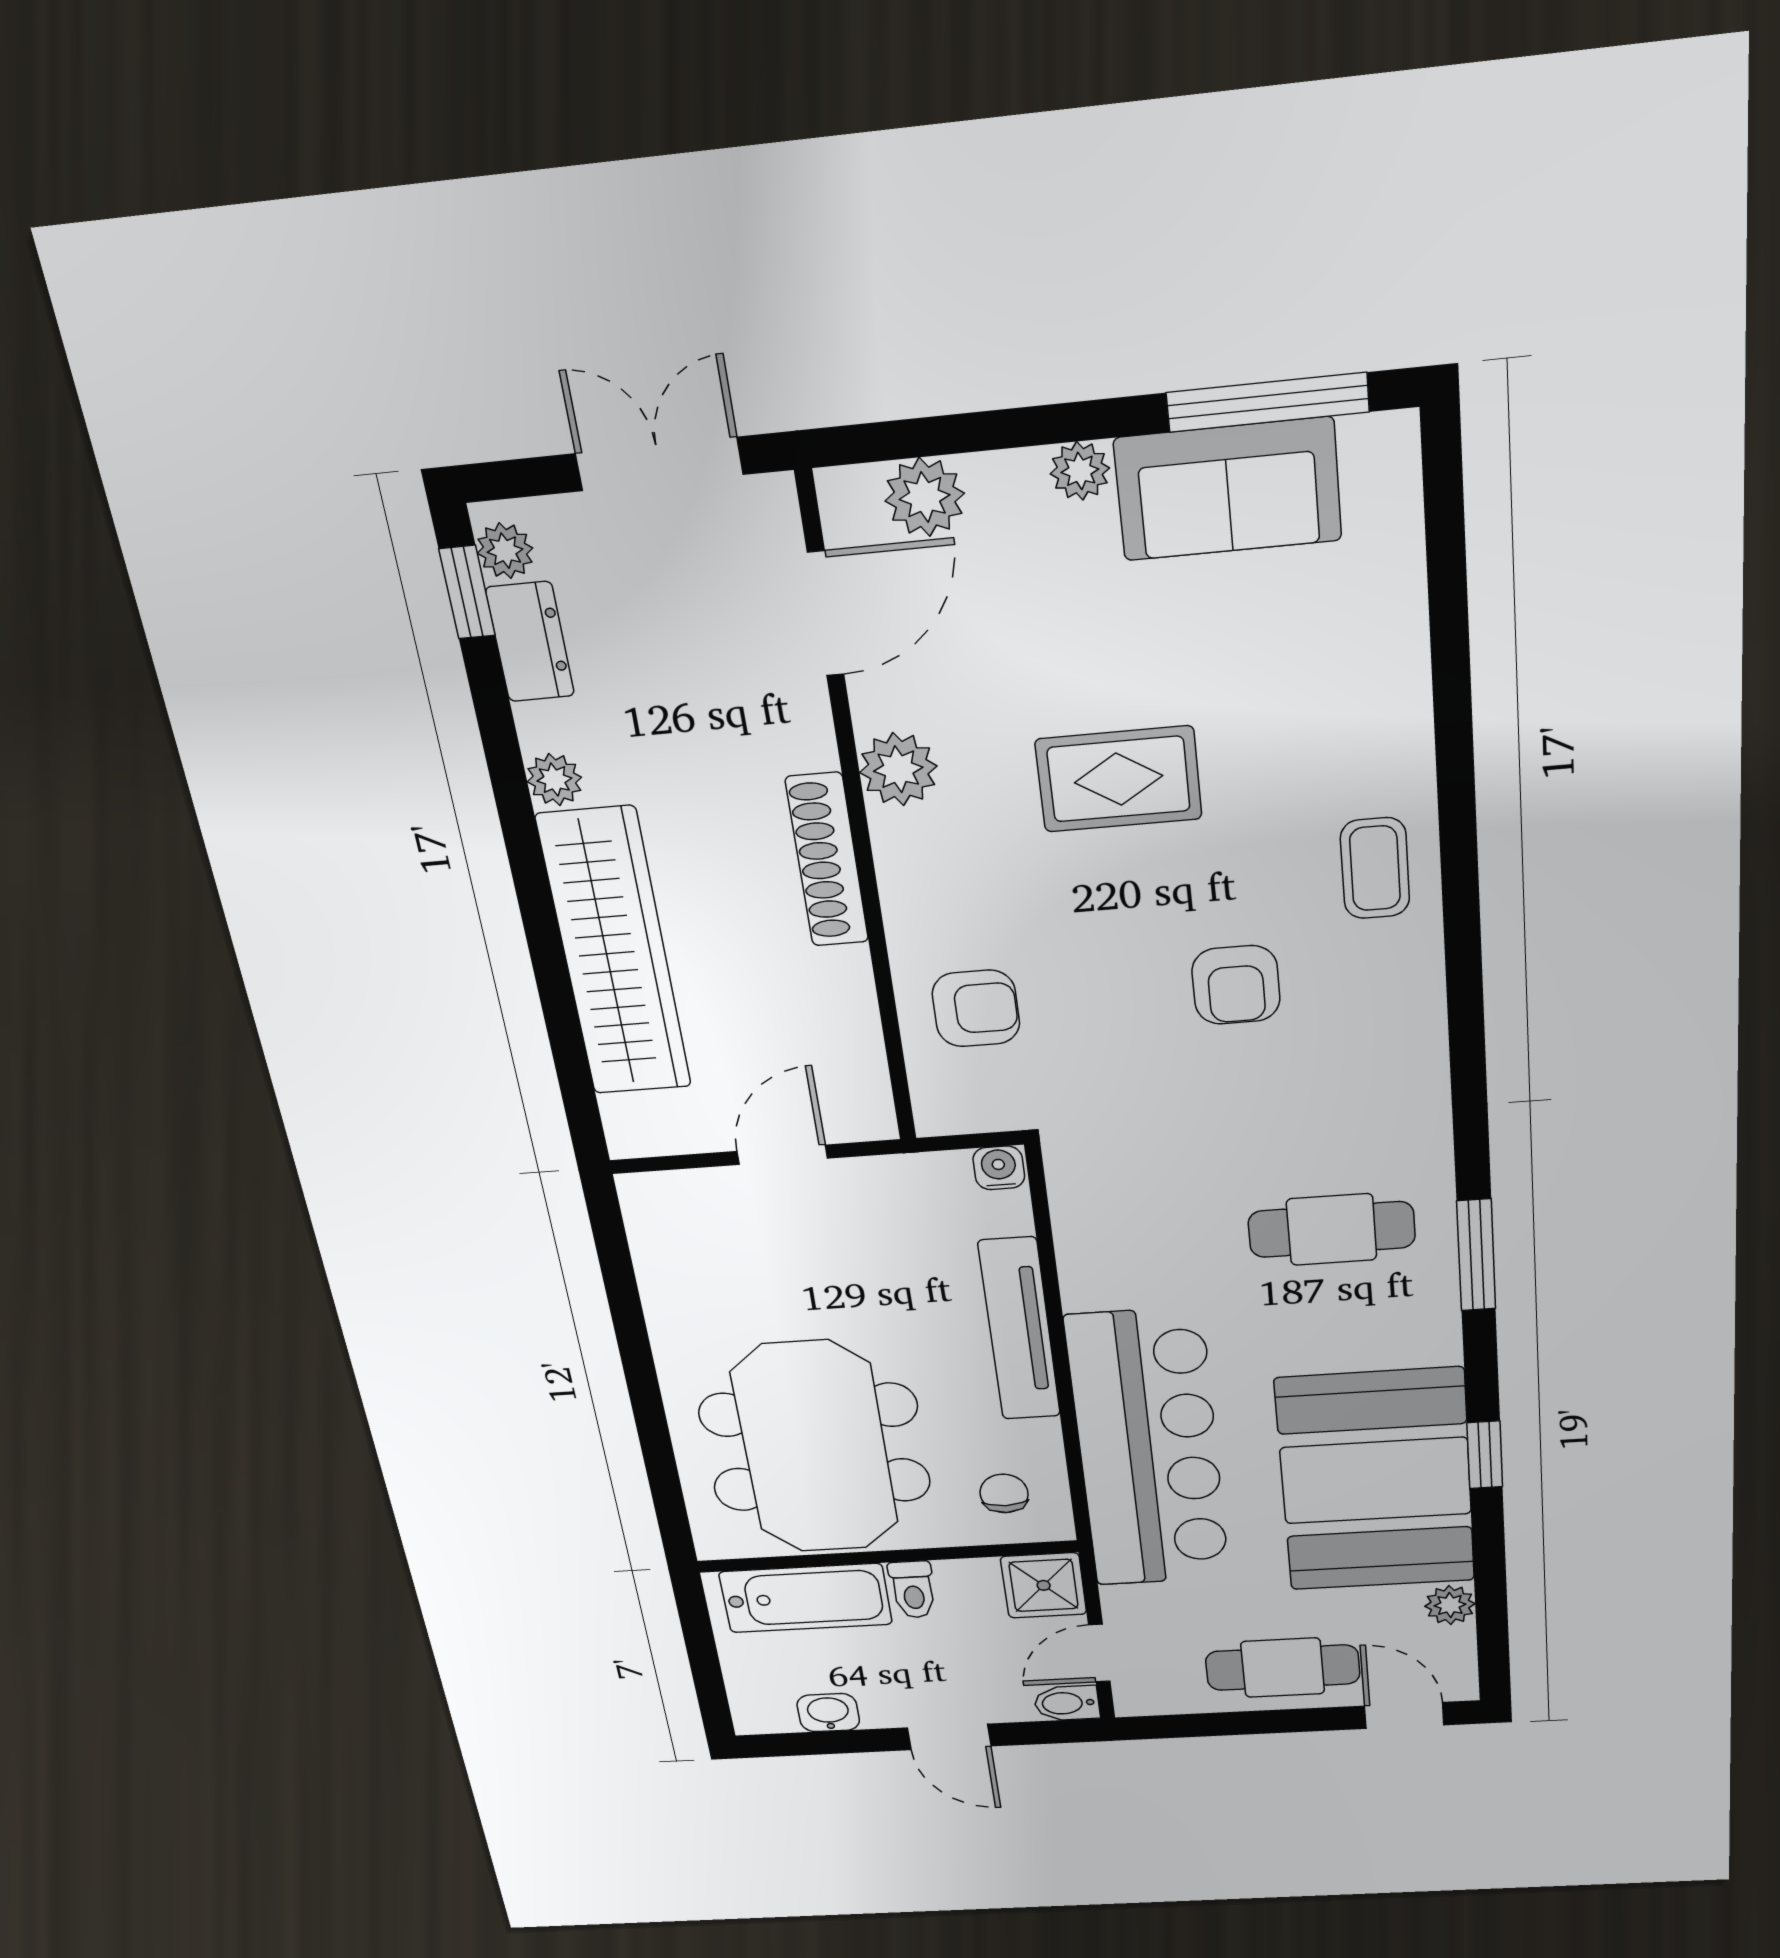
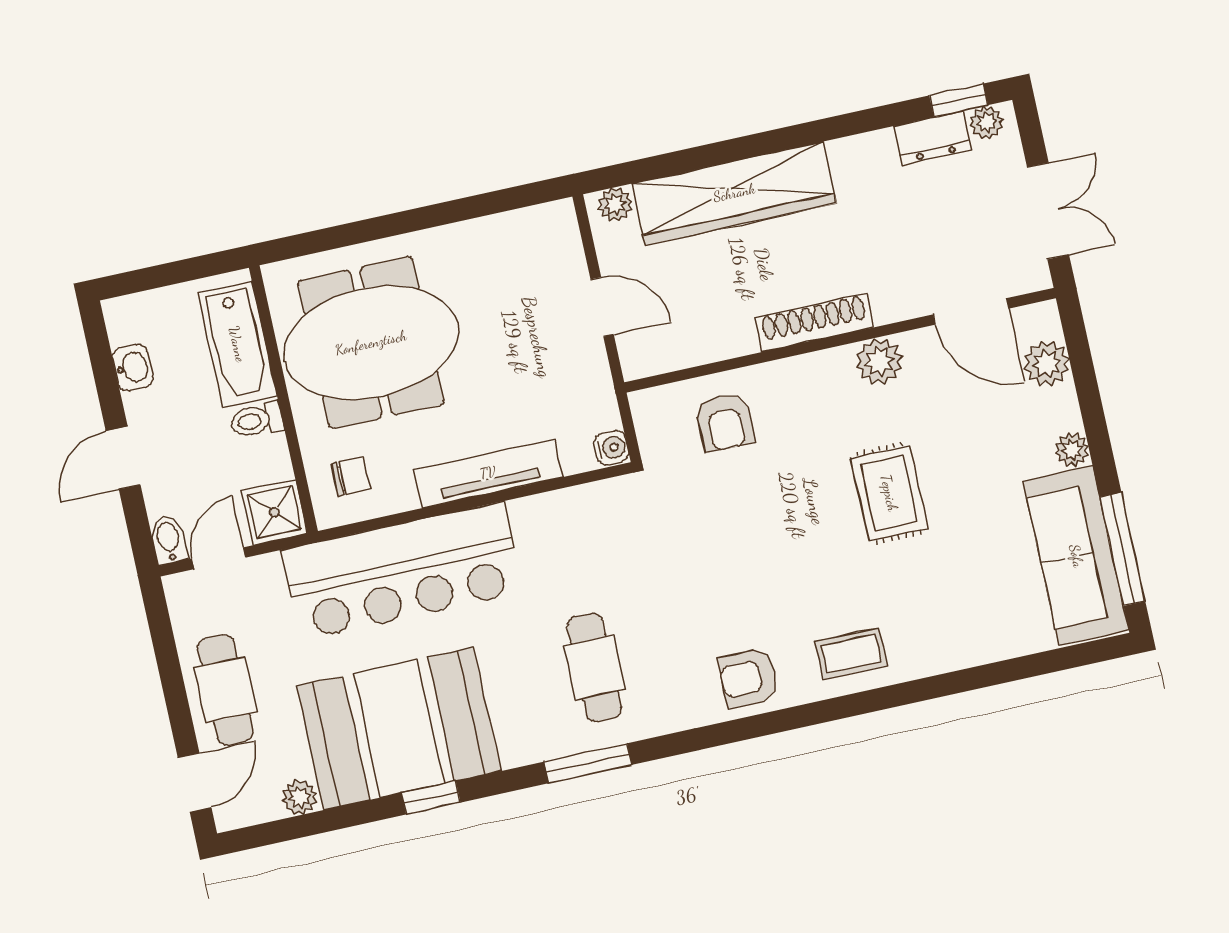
sofa: (1228, 489) -> (1076, 556), width x1.36
plant: (554, 780) -> (615, 205), moved
armchair: (1236, 985) -> (748, 678), moved
door: (1099, 1653) -> (219, 558), hinge flipped

